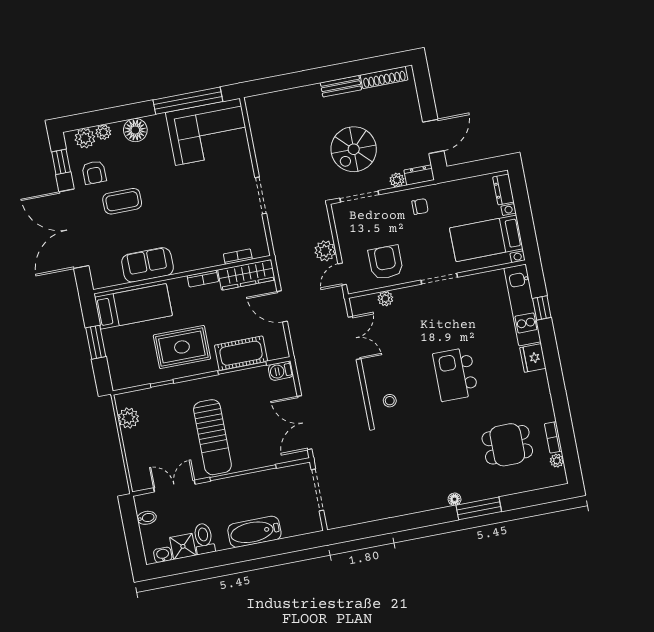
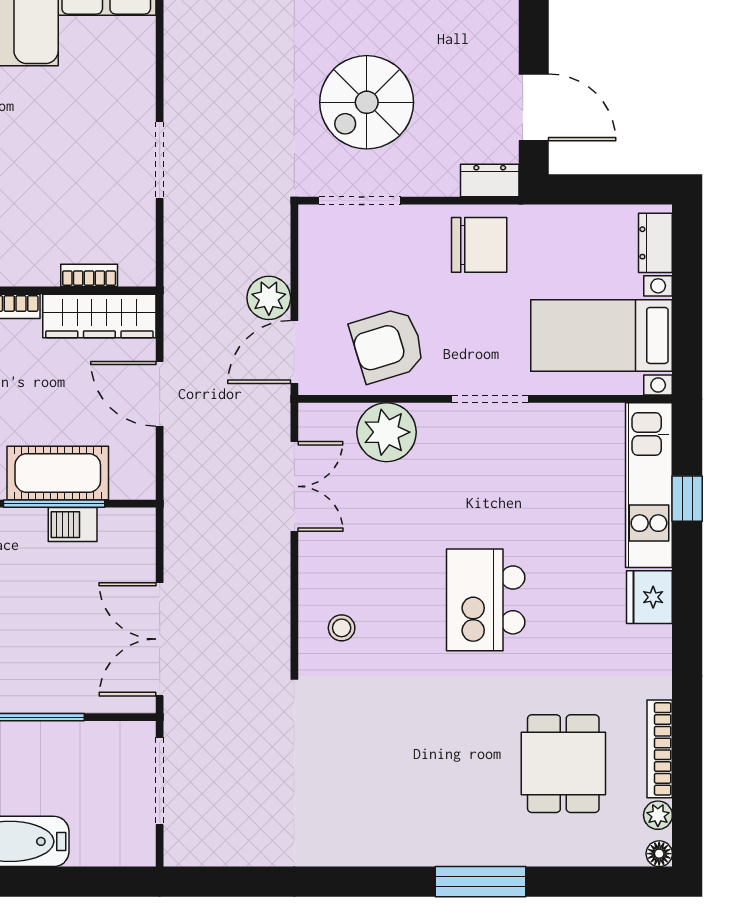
door: (433, 136) -> (534, 107), hinge flipped
plant: (397, 180) -> (443, 182), removed
chair: (420, 207) -> (479, 245), width x1.87, depth x1.87
armchair: (386, 262) -> (388, 345), turned -107
door: (342, 274) -> (294, 352), width x1.38
plant: (385, 299) -> (386, 432), width x1.87, depth x1.87
barbecue: (281, 371) -> (73, 525), moved
bookcase: (553, 437) -> (660, 749), width x1.56
dining table: (507, 445) -> (563, 764), turned 90
floor lamp: (455, 499) -> (659, 854), moved

